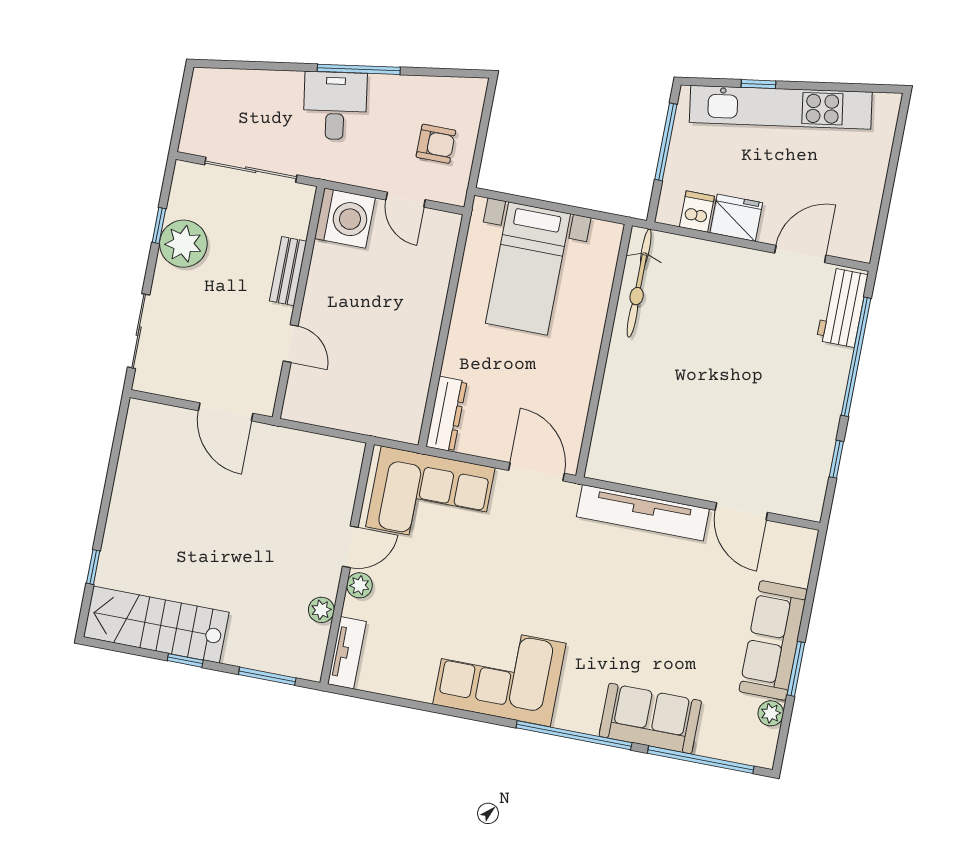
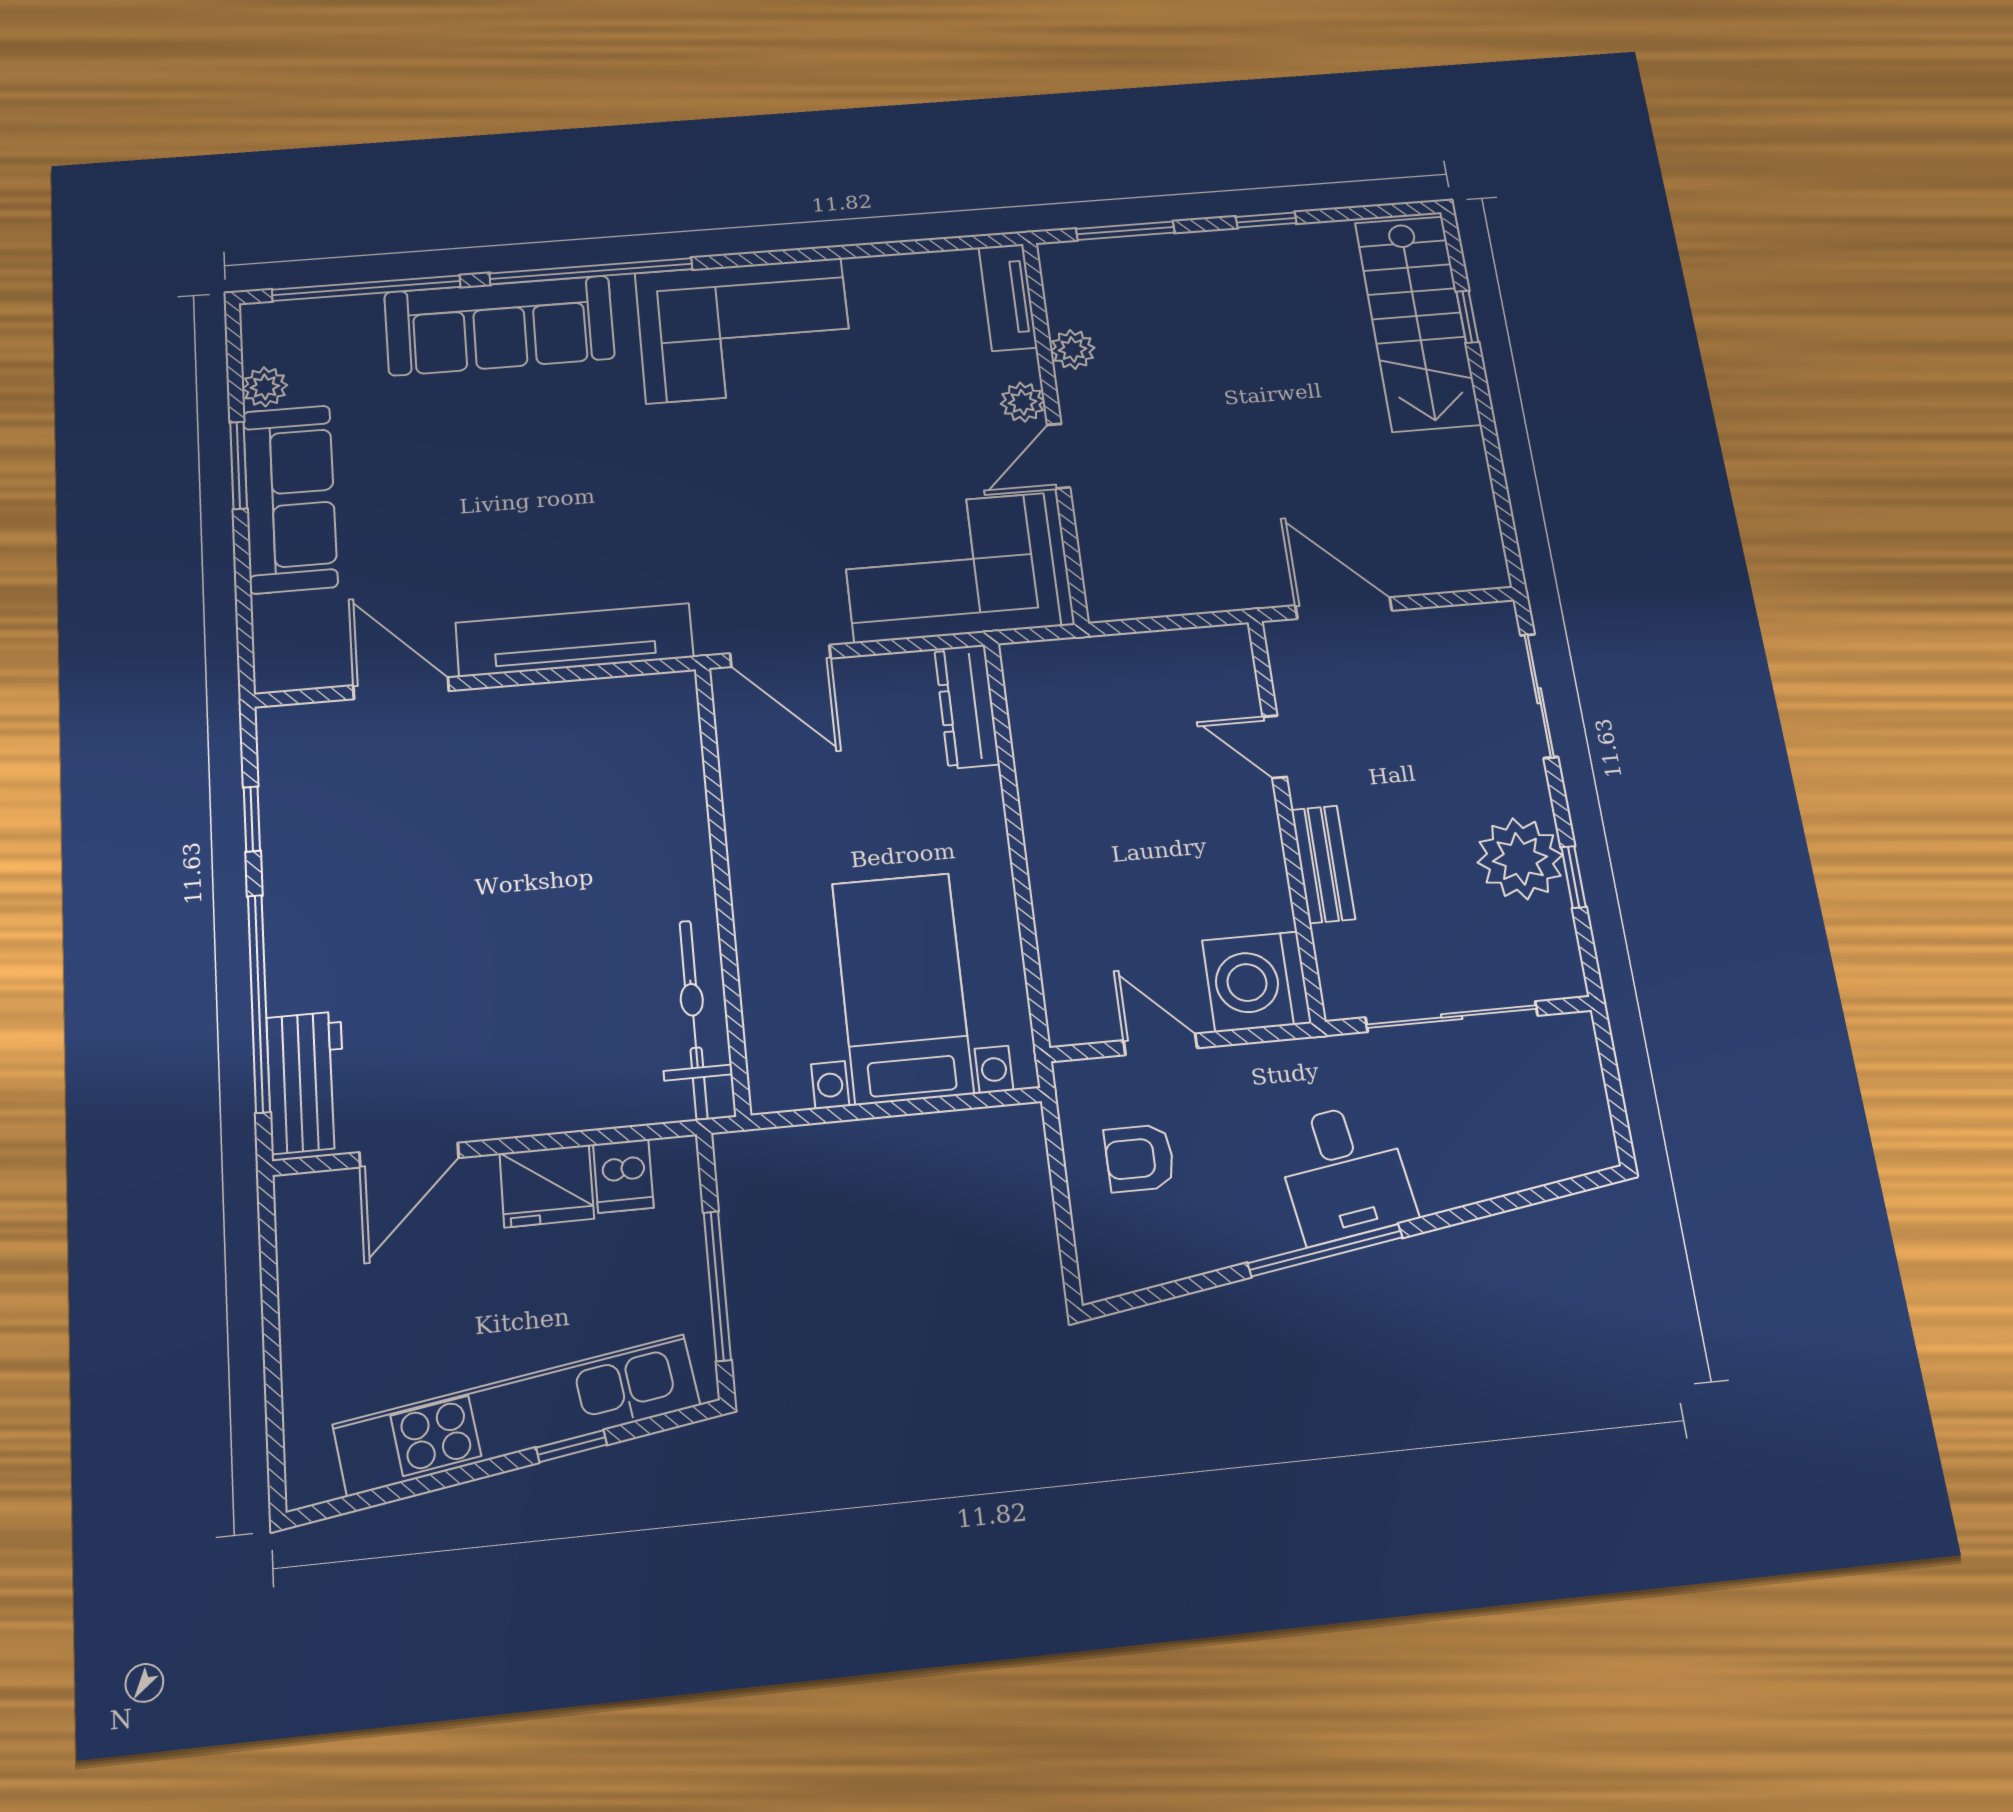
stairs: (156, 625) -> (1418, 323), moved, turned 90
sofa: (650, 718) -> (499, 325), width x1.36

